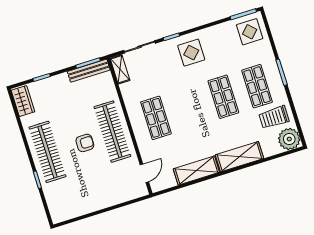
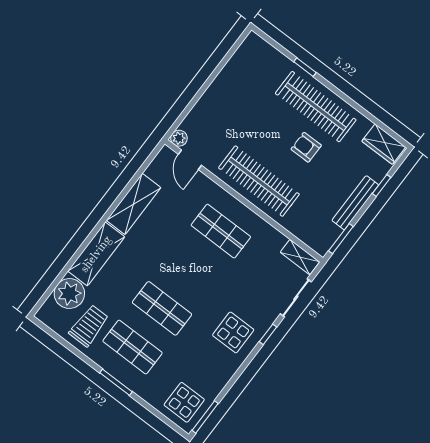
bench: (89, 71) -> (355, 203), moved
plant: (289, 139) -> (69, 293), moved
armchair: (85, 143) -> (306, 147), moved, turned 90
plant: (142, 191) -> (179, 138), added

